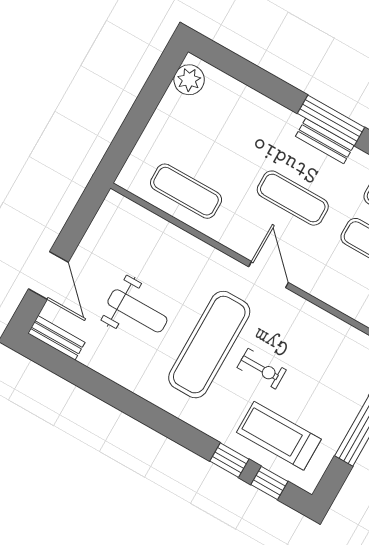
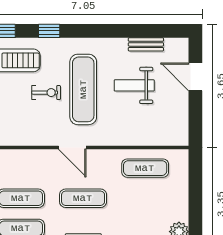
bench: (56, 338) -> (146, 44), moved
exercise bike: (262, 369) -> (46, 93), turned 180
window: (229, 460) -> (49, 31), moved

